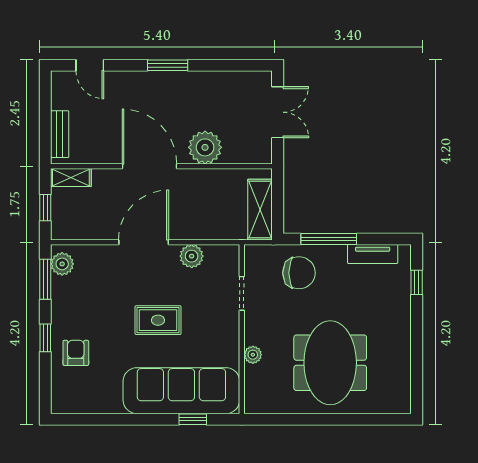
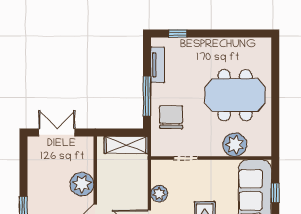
plant: (253, 355) -> (235, 145), width x1.88, depth x1.88

